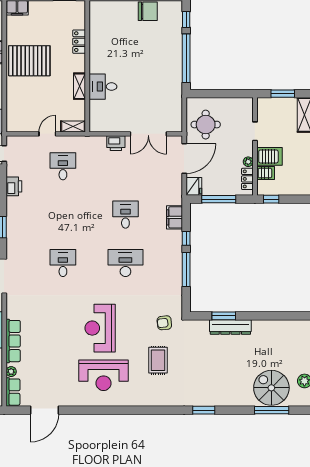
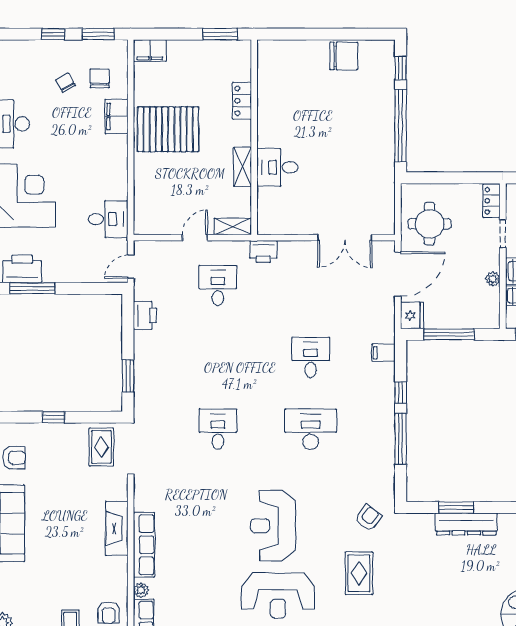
printer: (116, 143) -> (263, 252), moved
locker: (247, 179) -> (492, 201), moved
filing cabinet: (175, 217) -> (383, 353), width x0.50
armchair: (164, 323) -> (368, 518), turned 134

